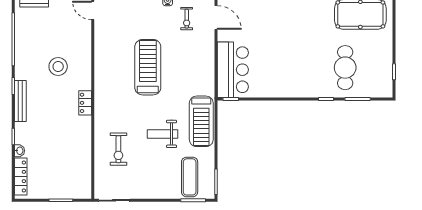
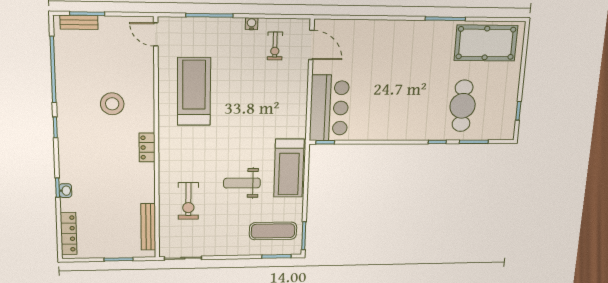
treadmill: (148, 67) -> (194, 92), moved
bench: (20, 101) -> (148, 227), moved
washbasin: (19, 151) -> (65, 191), moved
exercise mat: (190, 177) -> (273, 231), turned 90

